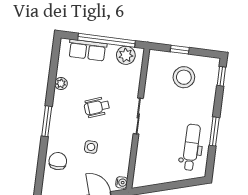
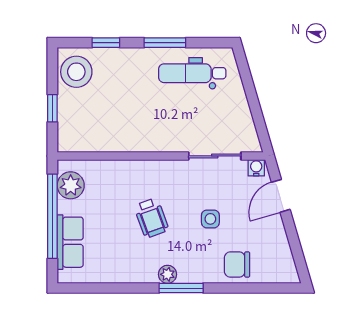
window: (221, 76) -> (106, 43), moved
stool: (184, 77) -> (76, 72), moved
plant: (61, 84) -> (168, 274), moved
sliding door: (138, 116) -> (215, 156), moved

